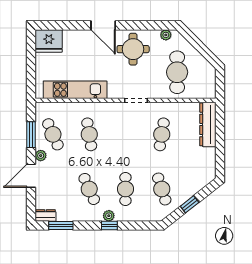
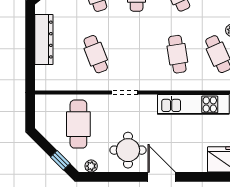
window: (193, 40) -> (60, 160), added
dresser: (208, 124) -> (44, 40), moved
cafe table: (162, 134) -> (96, 54), turned -30

